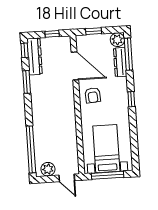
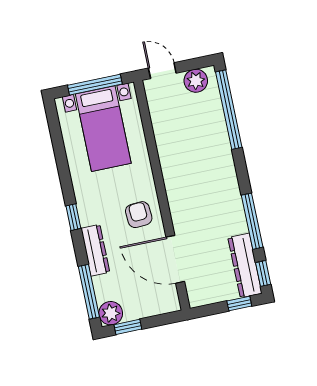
window: (94, 31) -> (128, 327), moved
window: (52, 34) -> (239, 304), moved
dresser: (120, 62) -> (95, 250), moved
window: (27, 82) -> (252, 221), width x1.44

